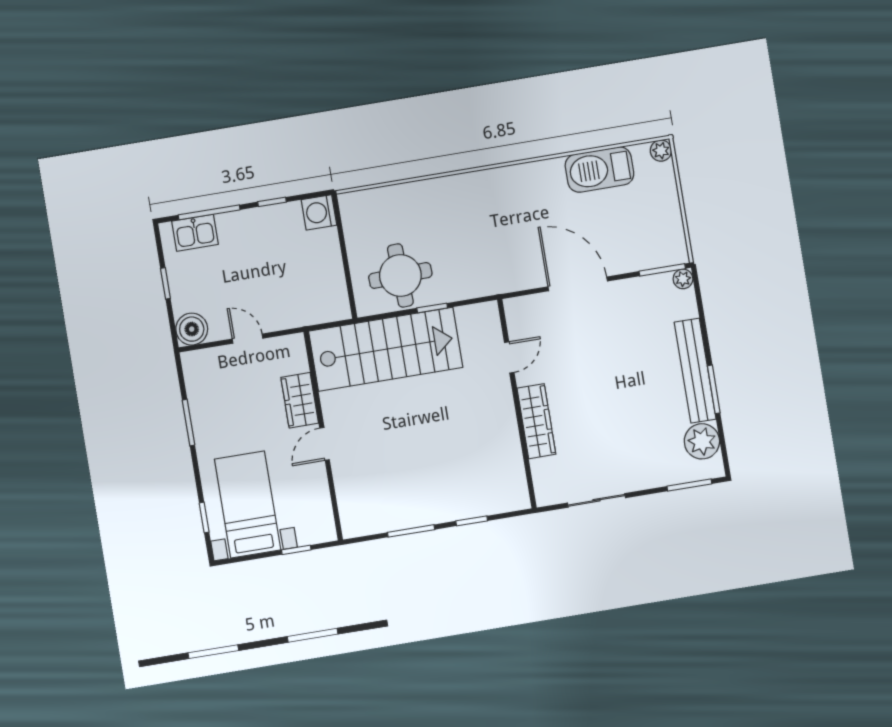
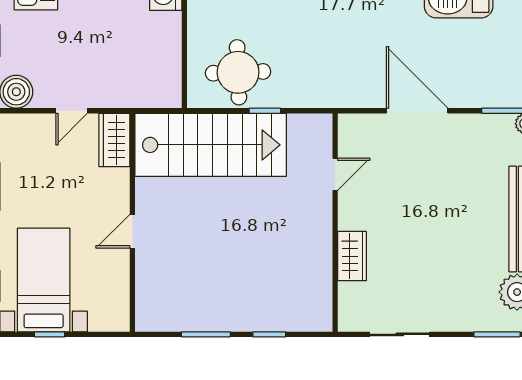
door: (247, 339) -> (72, 111), swing flipped
wardrobe: (300, 400) -> (114, 140), moved
wardrobe: (536, 421) -> (352, 256), width x0.67
window: (296, 550) -> (50, 334), moved

